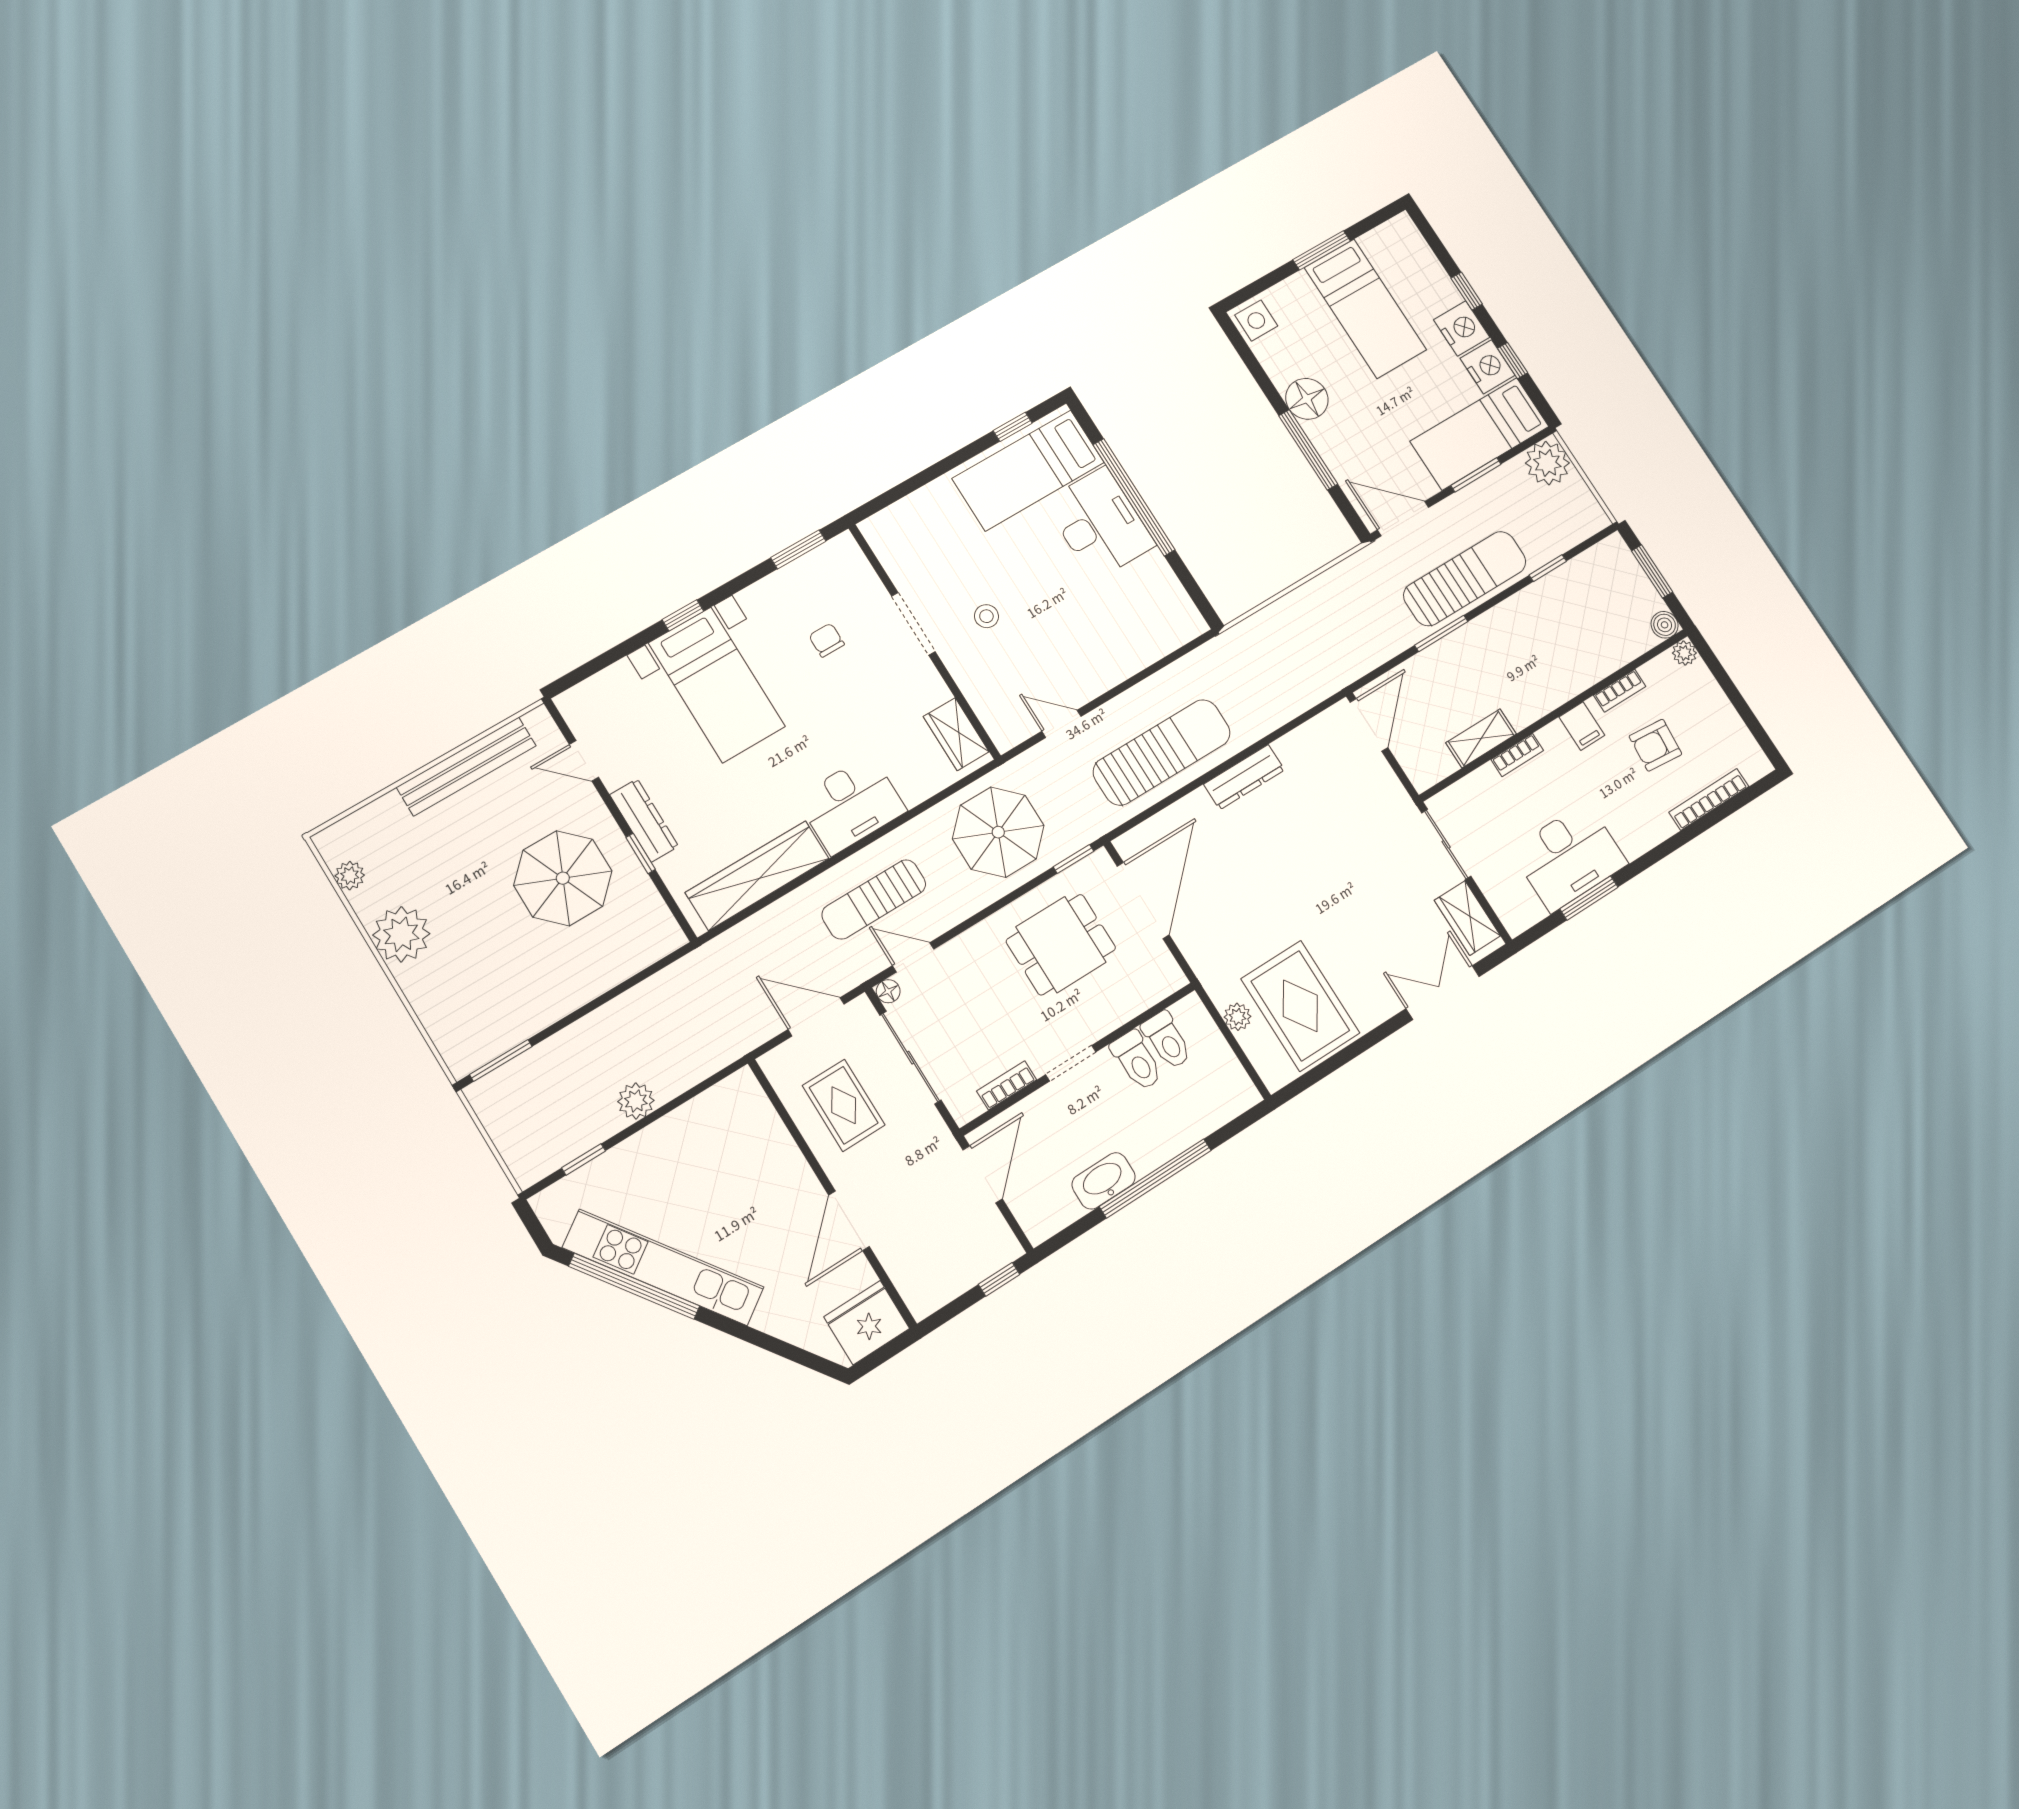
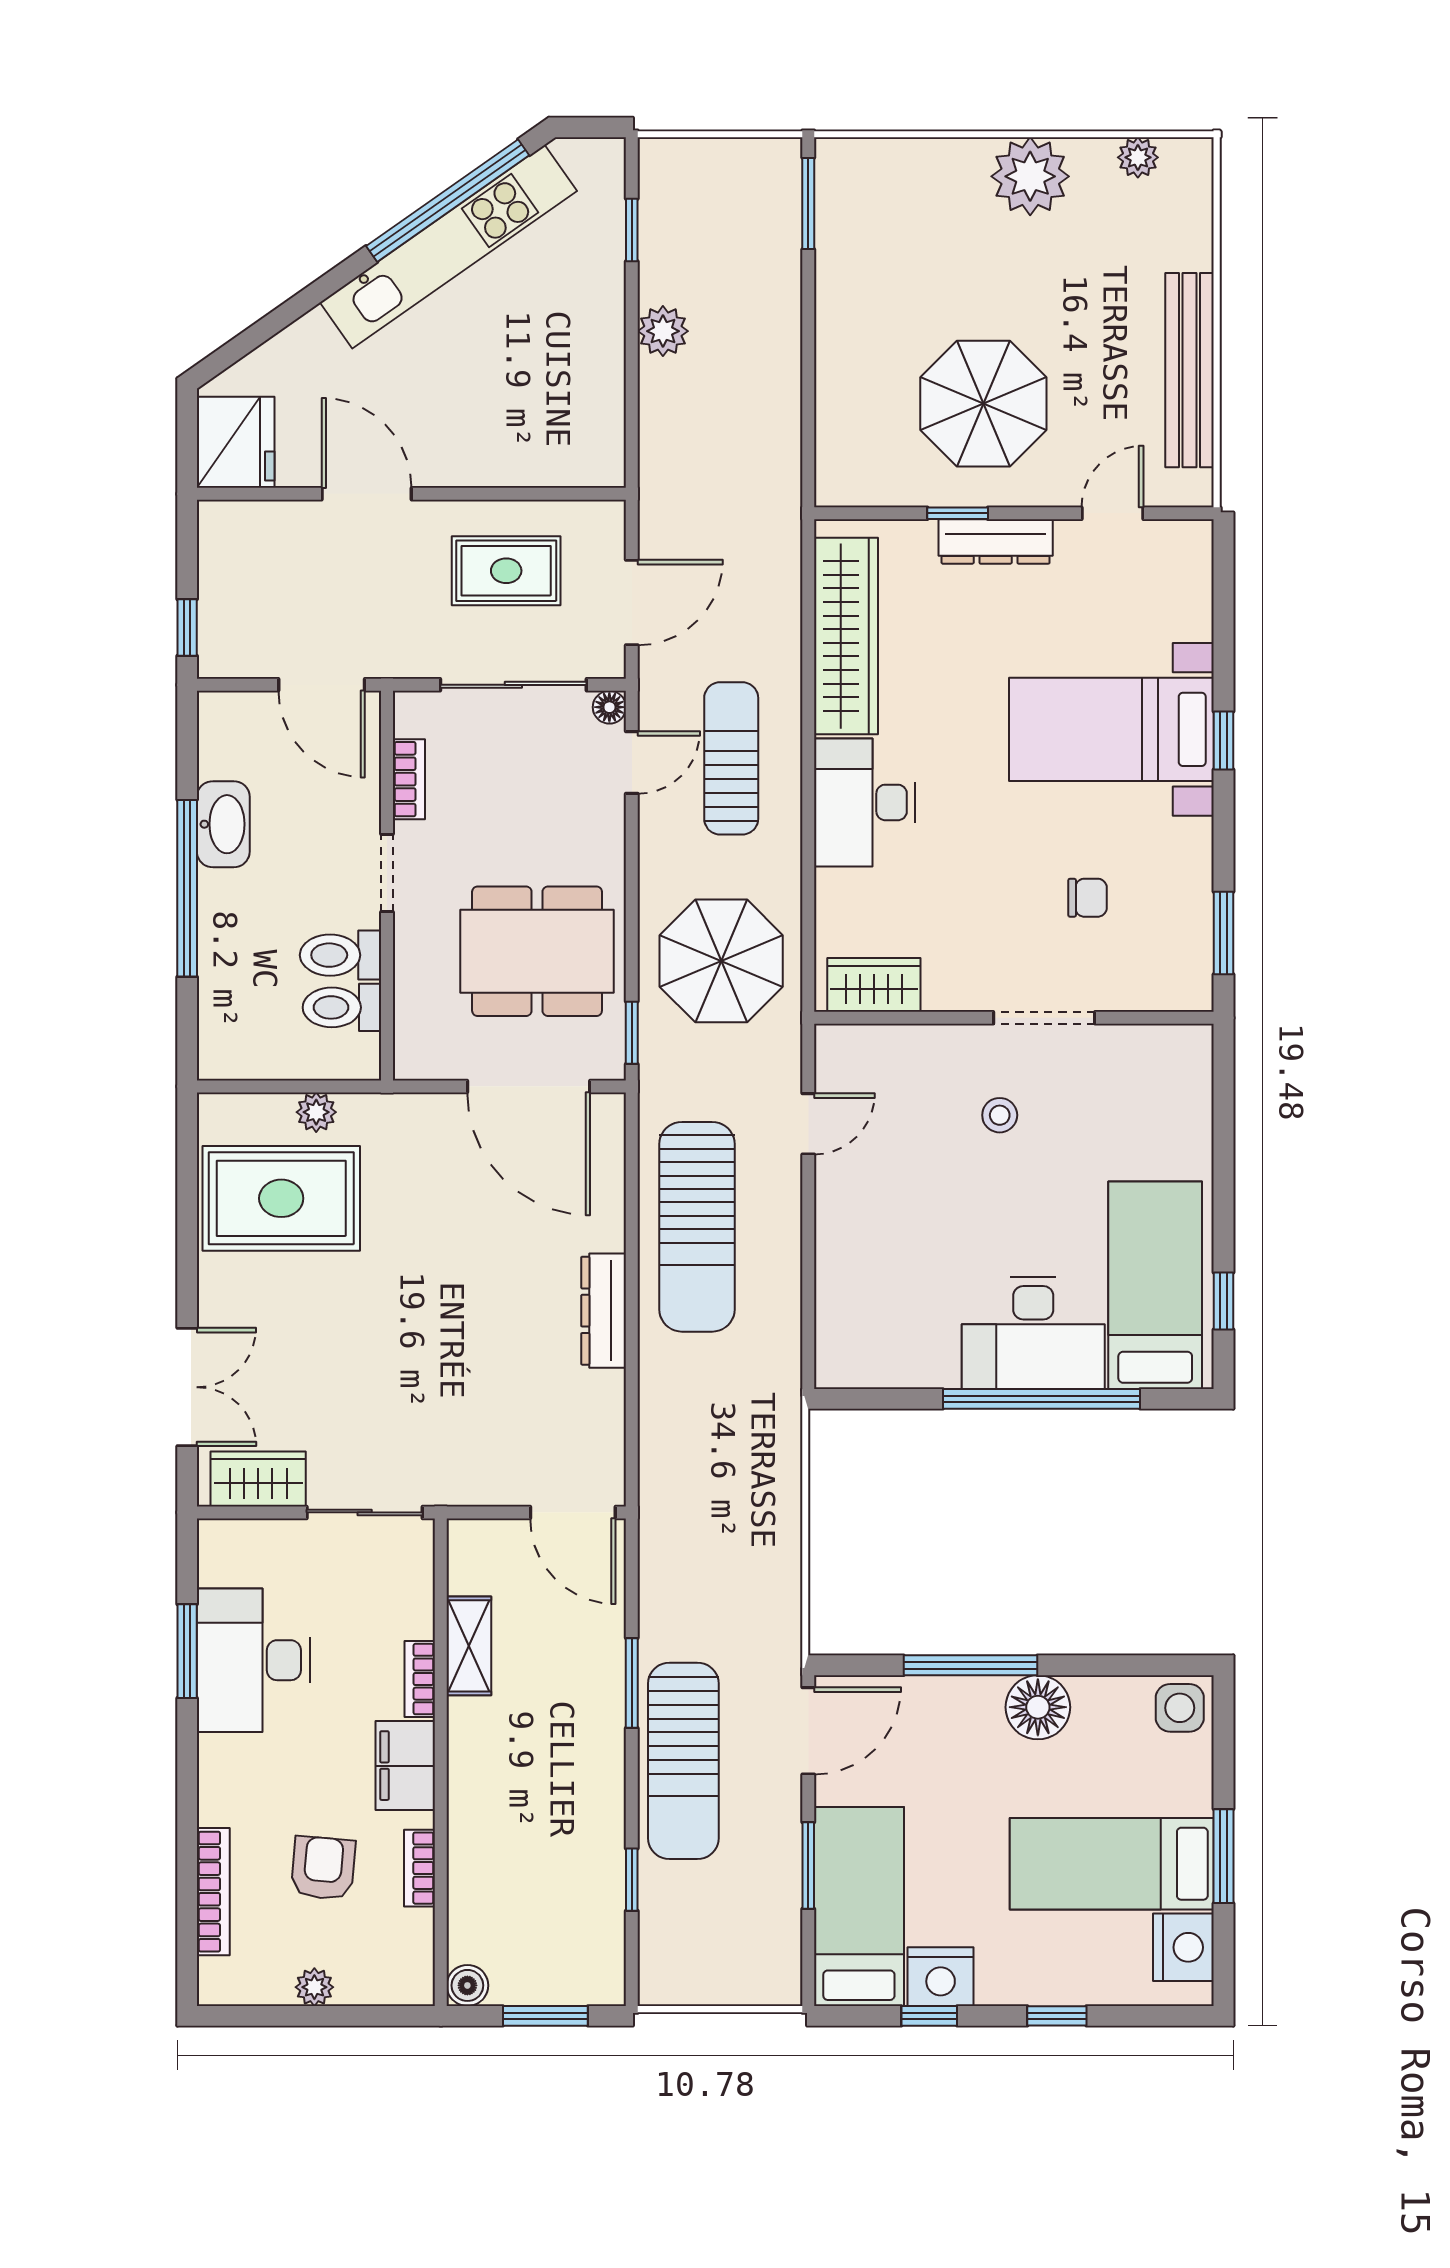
nightstand: (1462, 328) -> (1183, 1947), moved, turned -90
plant: (1547, 463) -> (768, 1972), removed
plant: (1684, 653) -> (314, 1987), moved
filing cabinet: (1582, 726) -> (405, 1766), width x2.00
dining table: (1061, 945) -> (537, 951), width x1.38

